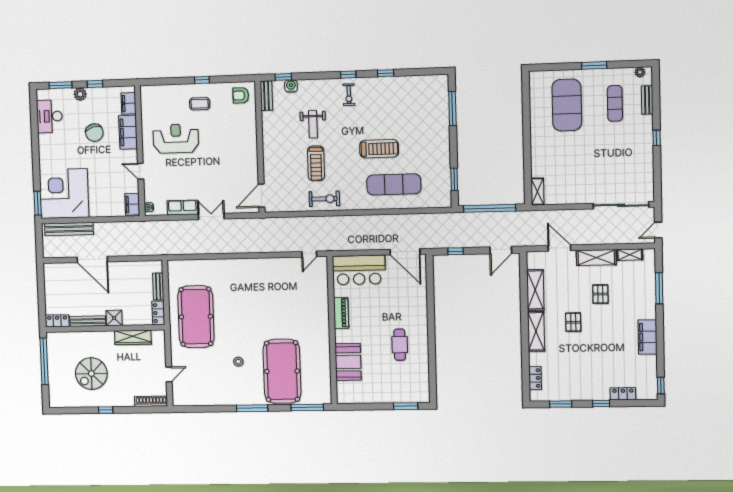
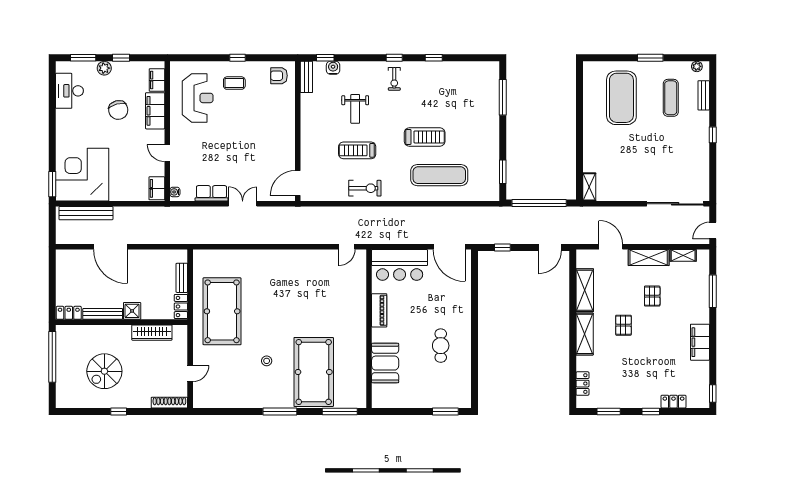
reception desk: (176, 139) -> (198, 98), moved, turned 90
treadmill: (316, 163) -> (357, 150), turned 90

